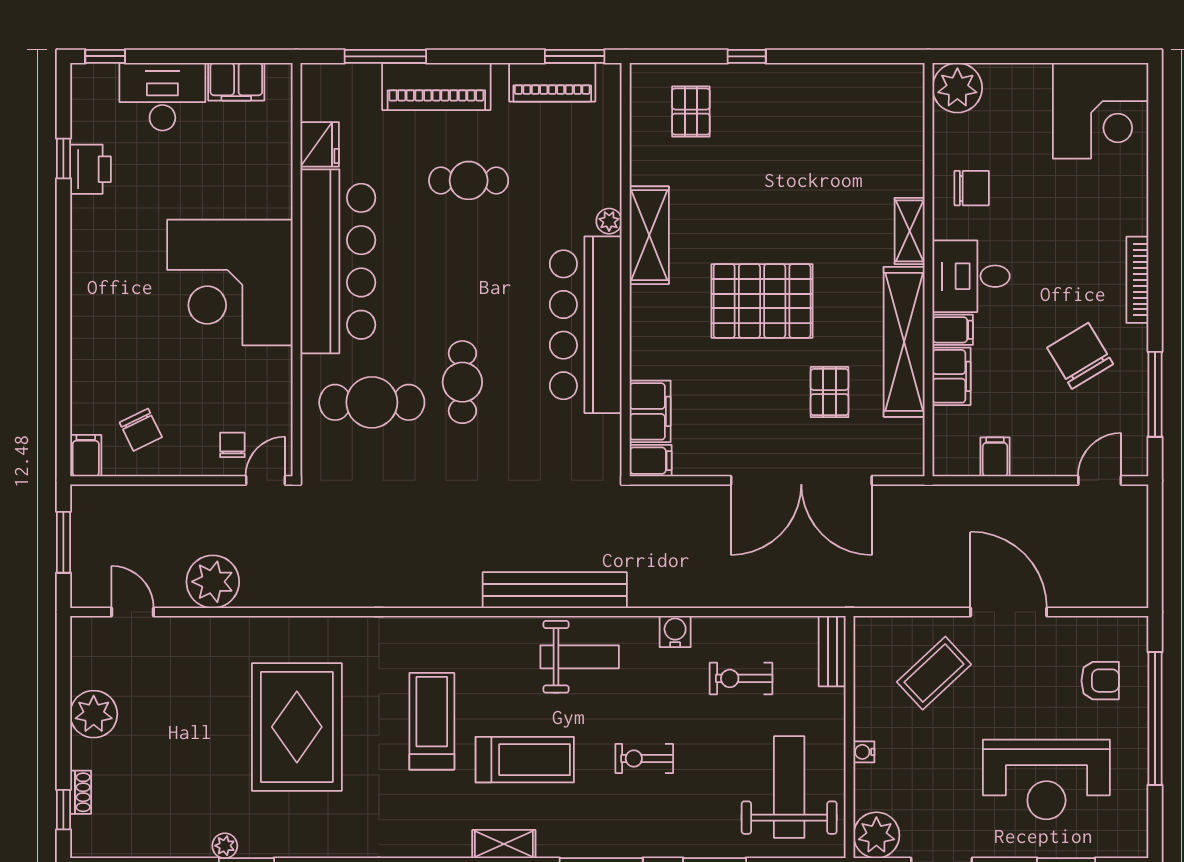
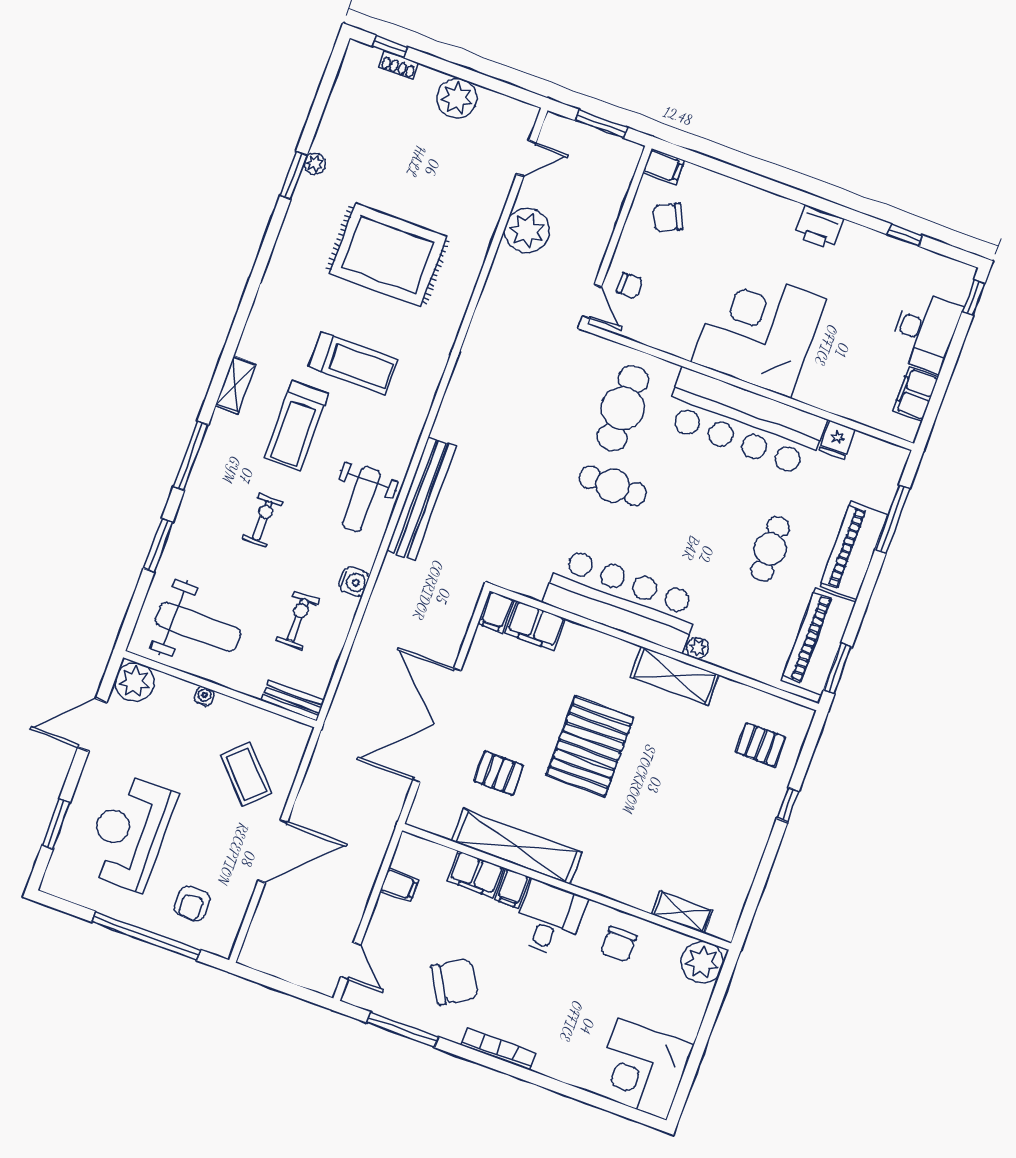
piano: (552, 82) -> (819, 642), width x1.37, depth x1.33
fridge: (320, 144) -> (837, 440), width x0.72
printer: (90, 169) -> (819, 228), moved
shelving: (910, 231) -> (682, 912), moved

